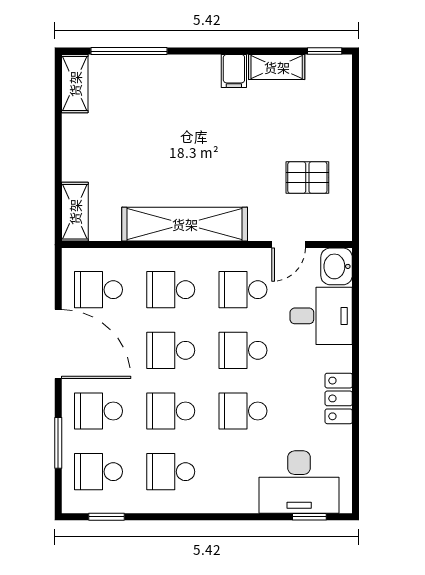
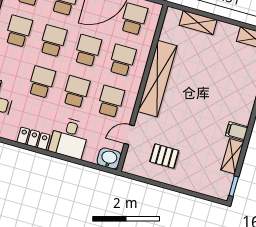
pallet: (307, 178) -> (164, 156), turned 90
shelving: (75, 212) -> (198, 23), moved
door: (289, 245) -> (129, 135), hinge flipped
desk: (321, 316) -> (69, 138), moved

